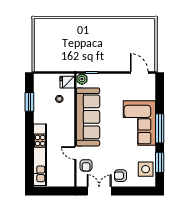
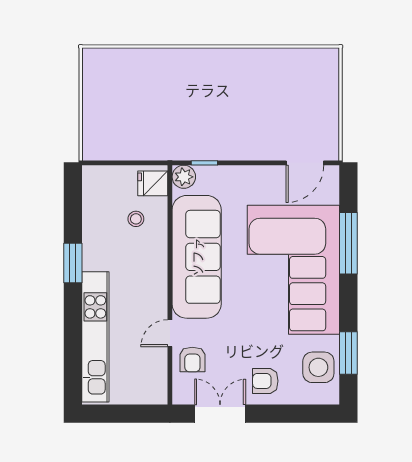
door: (139, 72) -> (305, 163), swing flipped
window: (29, 102) -> (73, 263), moved
corner sofa: (139, 123) -> (293, 270), width x1.36, depth x1.36
window: (160, 128) -> (348, 243), moved
door: (75, 153) -> (170, 333), hinge flipped

